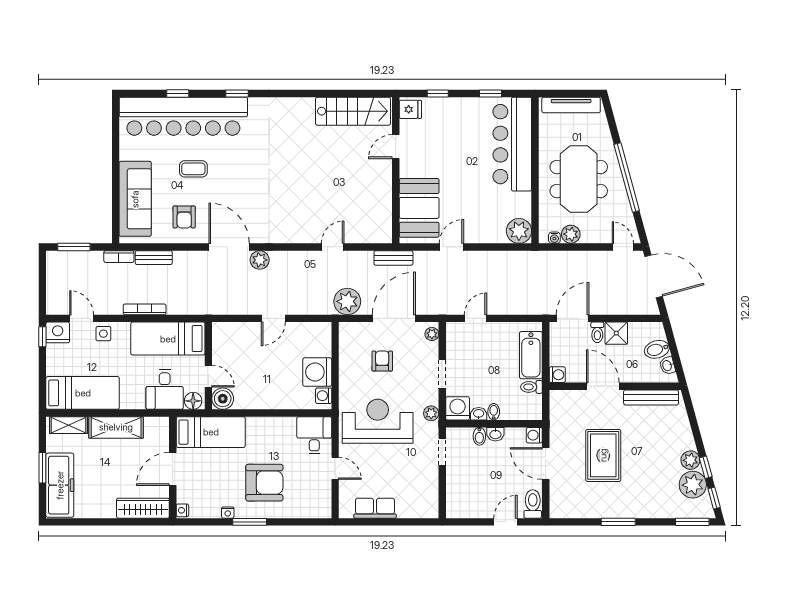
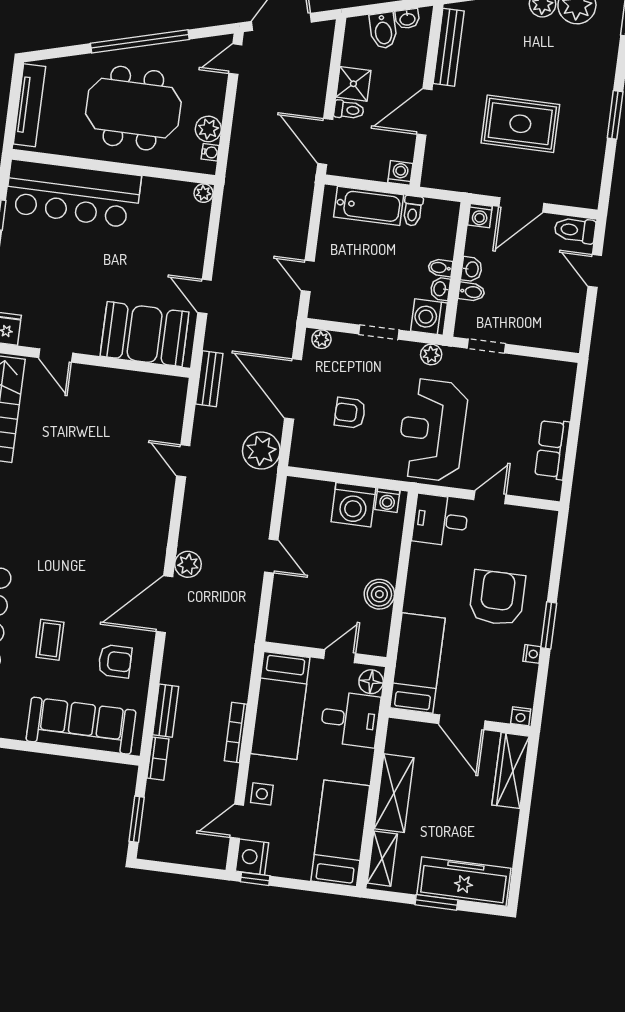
plant: (519, 231) -> (204, 193), width x0.53, depth x0.53
boiler: (223, 399) -> (379, 594), moved

